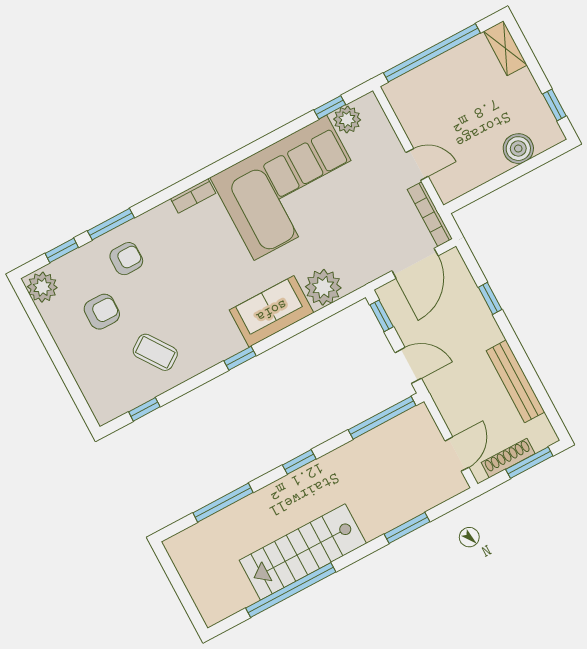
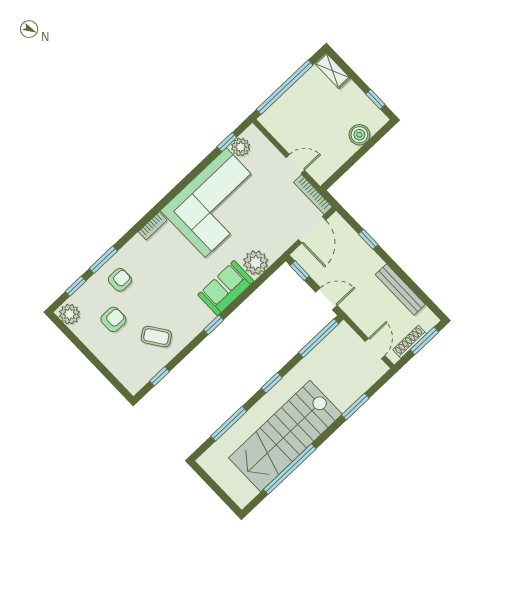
stairs: (303, 552) -> (285, 436), width x1.36, depth x1.51

